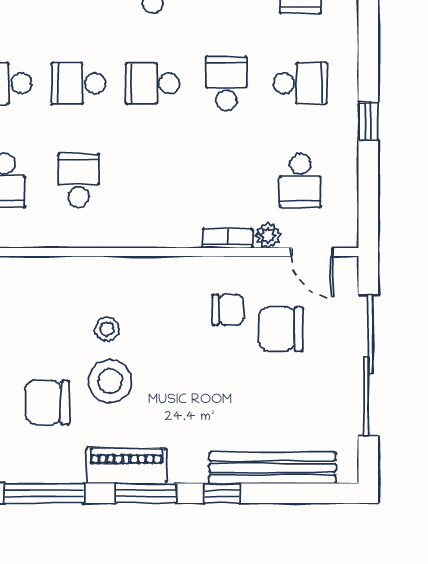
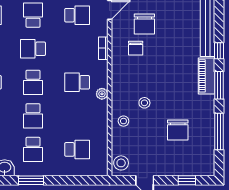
school desk: (78, 180) -> (77, 82), moved
plant: (268, 235) -> (102, 94), moved
chair: (228, 310) -> (136, 48), turned 180
stool: (110, 381) -> (123, 121), moved, width x0.53, depth x0.53
piano: (126, 466) -> (207, 76), moved

